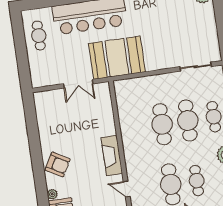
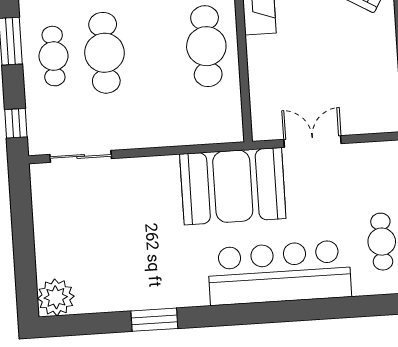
cafe table: (162, 124) -> (206, 46), moved

